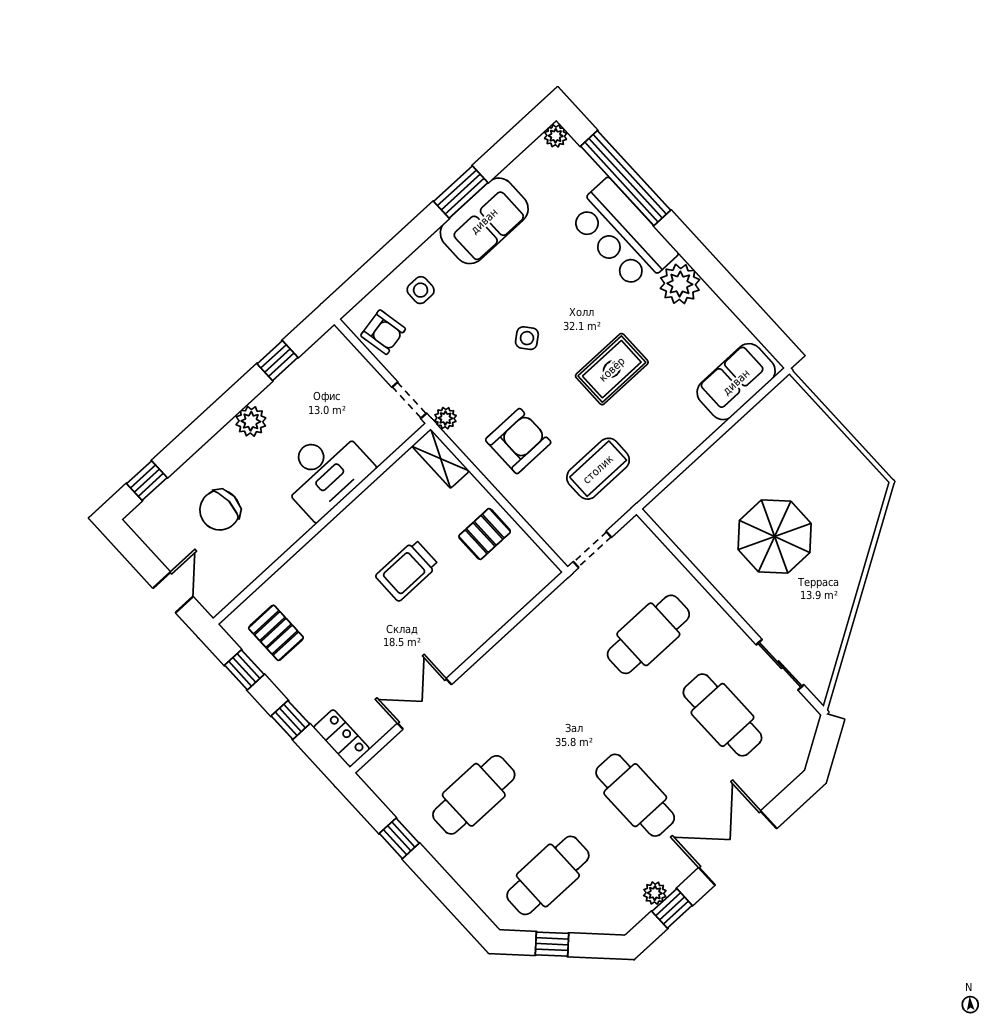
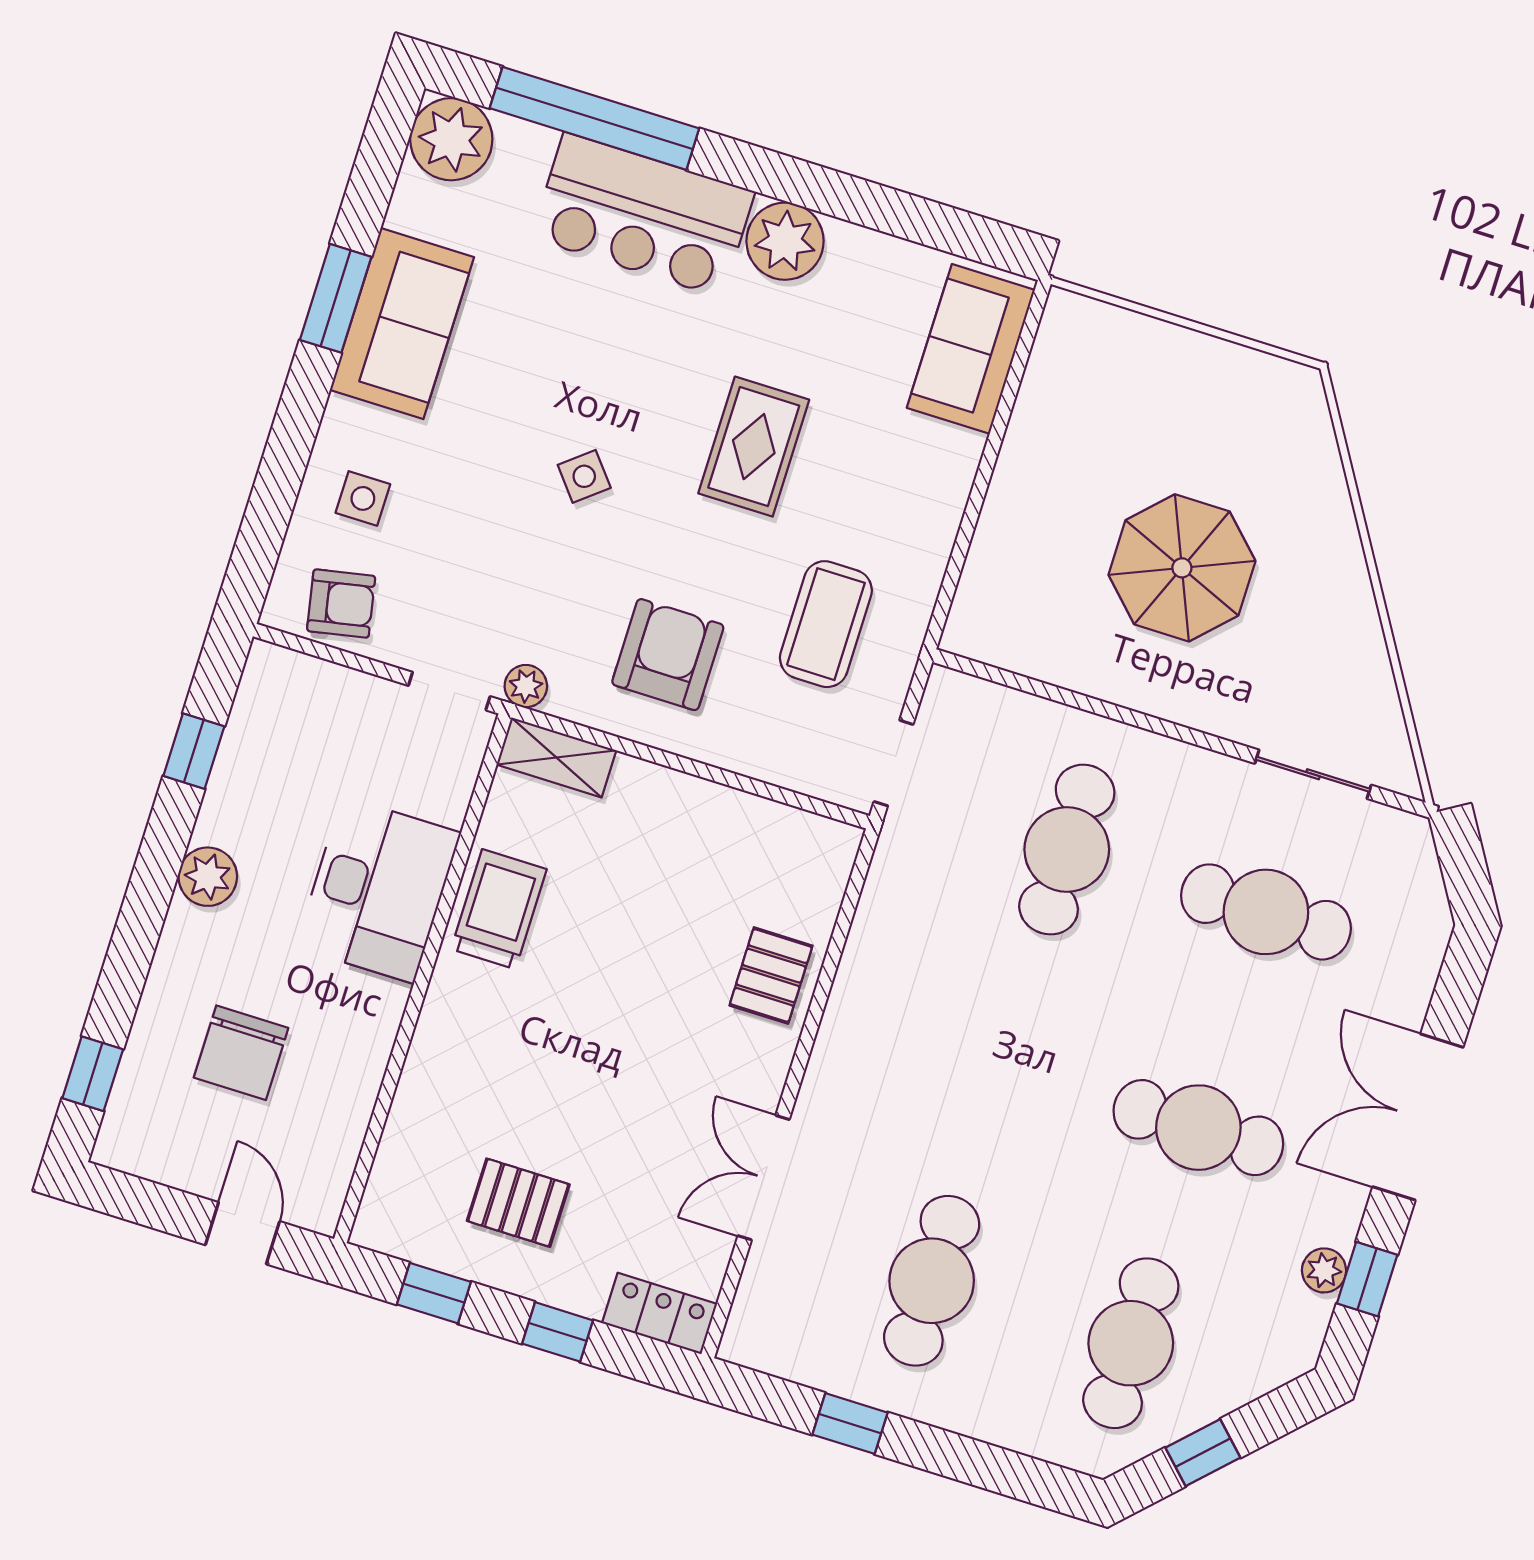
plant: (556, 136) -> (451, 139), width x1.87, depth x1.87
pallet: (485, 534) -> (771, 976), moved
trolley: (407, 571) -> (499, 909), moved, turned 180
pallet: (276, 633) -> (518, 1203), moved

